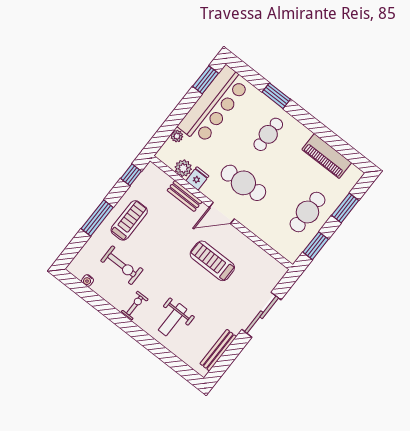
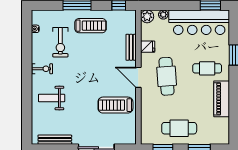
piano: (327, 156) -> (222, 99), moved
plant: (183, 168) -> (147, 16), moved
treadmill: (212, 261) -> (115, 105), moved, turned -90

